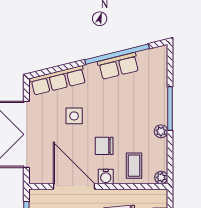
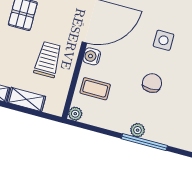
plant: (161, 131) -> (138, 130), moved
chair: (104, 146) -> (152, 83), moved

